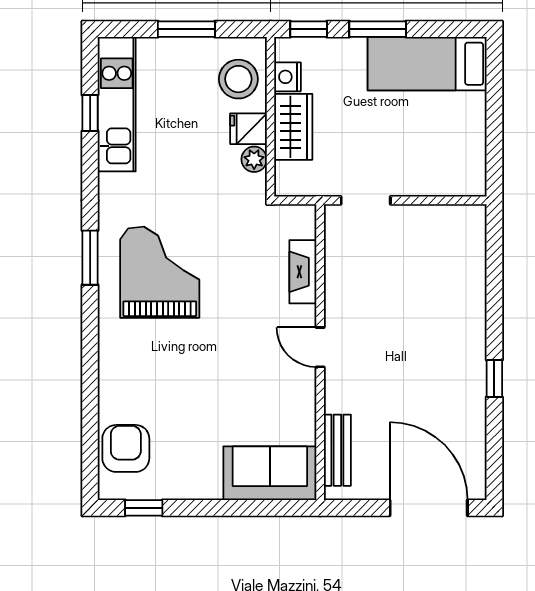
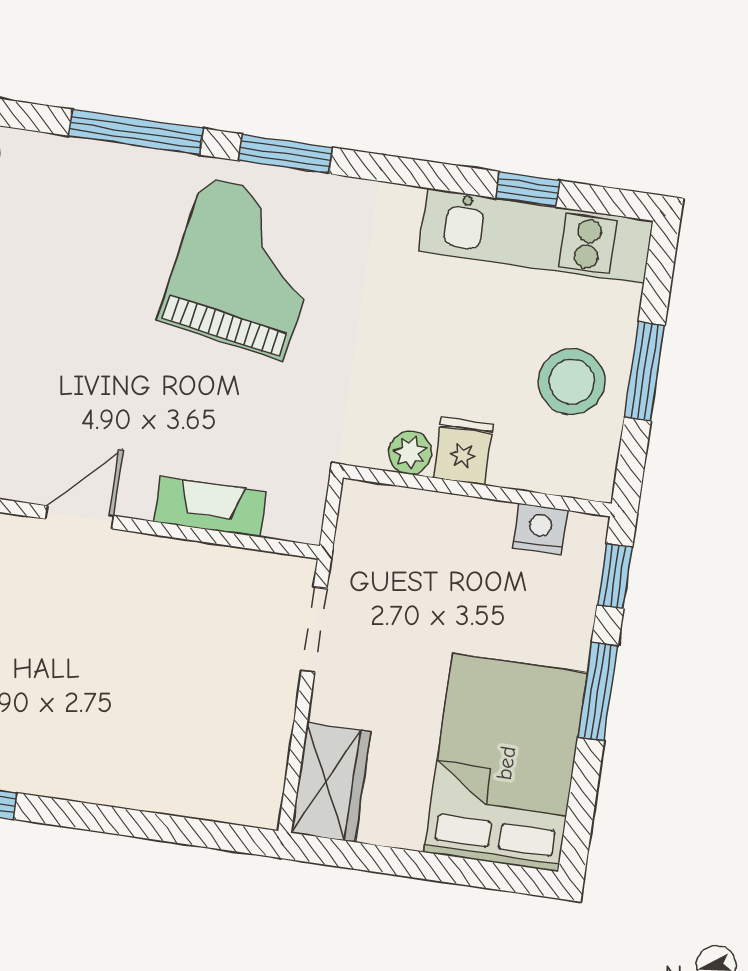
bed: (427, 64) -> (506, 763), width x1.50
stool: (238, 79) -> (572, 382), moved
wardrobe: (293, 127) -> (331, 782), moved, turned -90
grand piano: (160, 272) -> (244, 267), turned -80
window: (90, 347) -> (136, 132), added

